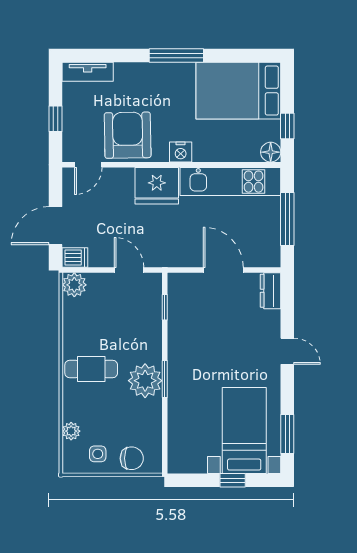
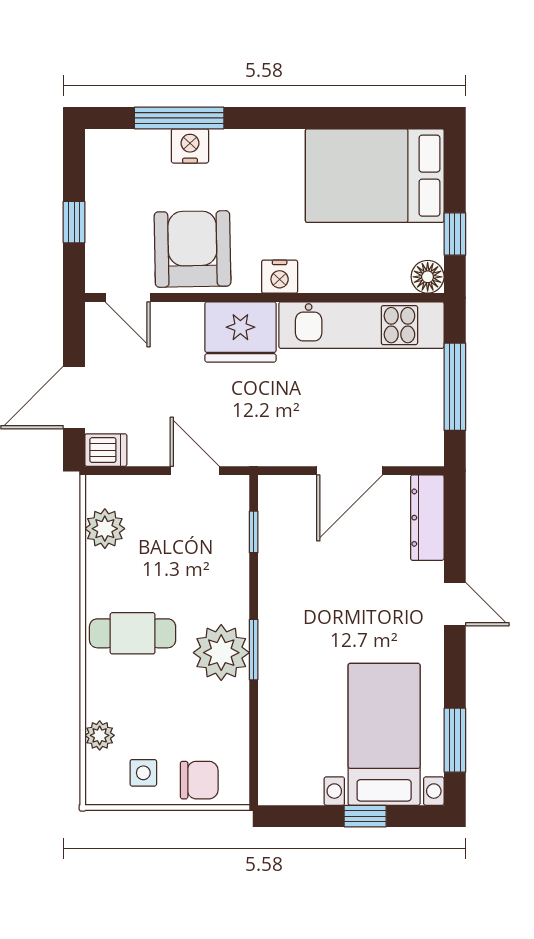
window: (176, 55) -> (179, 118), moved
tv unit: (88, 72) -> (127, 145), removed
nightstand: (126, 72) -> (190, 146), added
door: (88, 165) -> (128, 298), hinge flipped
door: (223, 270) -> (350, 471), swing flipped
plant: (74, 285) -> (105, 529), moved
dresser: (270, 291) -> (427, 518), width x1.44

